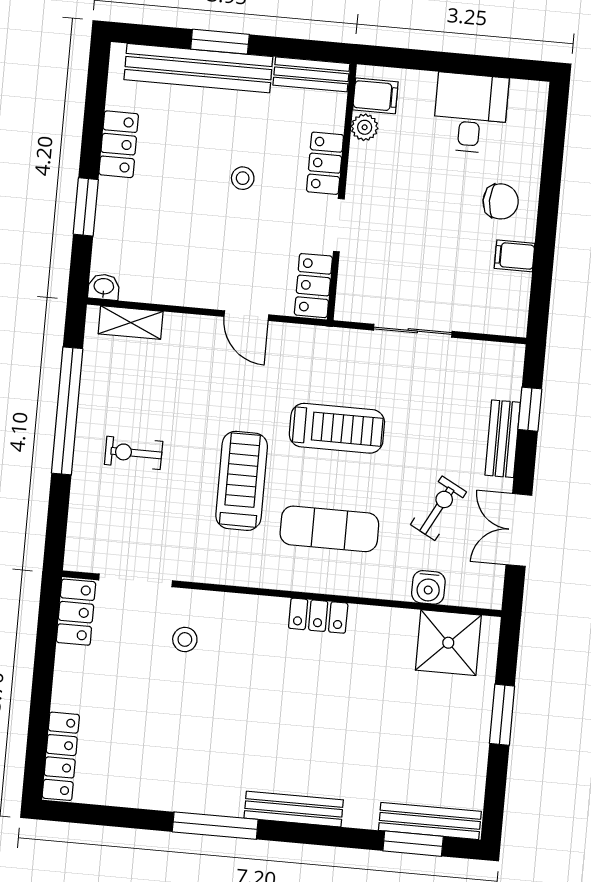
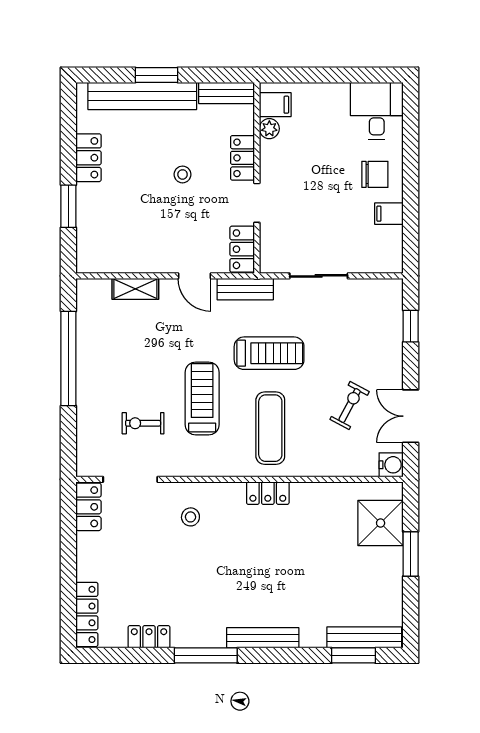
desk: (471, 113) -> (377, 111), moved
washbasin: (104, 287) -> (87, 264), removed
shelving: (131, 323) -> (135, 289), moved
bench: (503, 439) -> (245, 289), moved, turned 90
exercise bike: (134, 453) -> (143, 423), moved
exercise mat: (329, 529) -> (270, 428), turned 90
water cooler: (428, 587) -> (391, 465), moved, turned -90
stool: (185, 639) -> (190, 517), moved
shower: (448, 643) -> (381, 523), moved
locker: (141, 794) -> (149, 637), added

